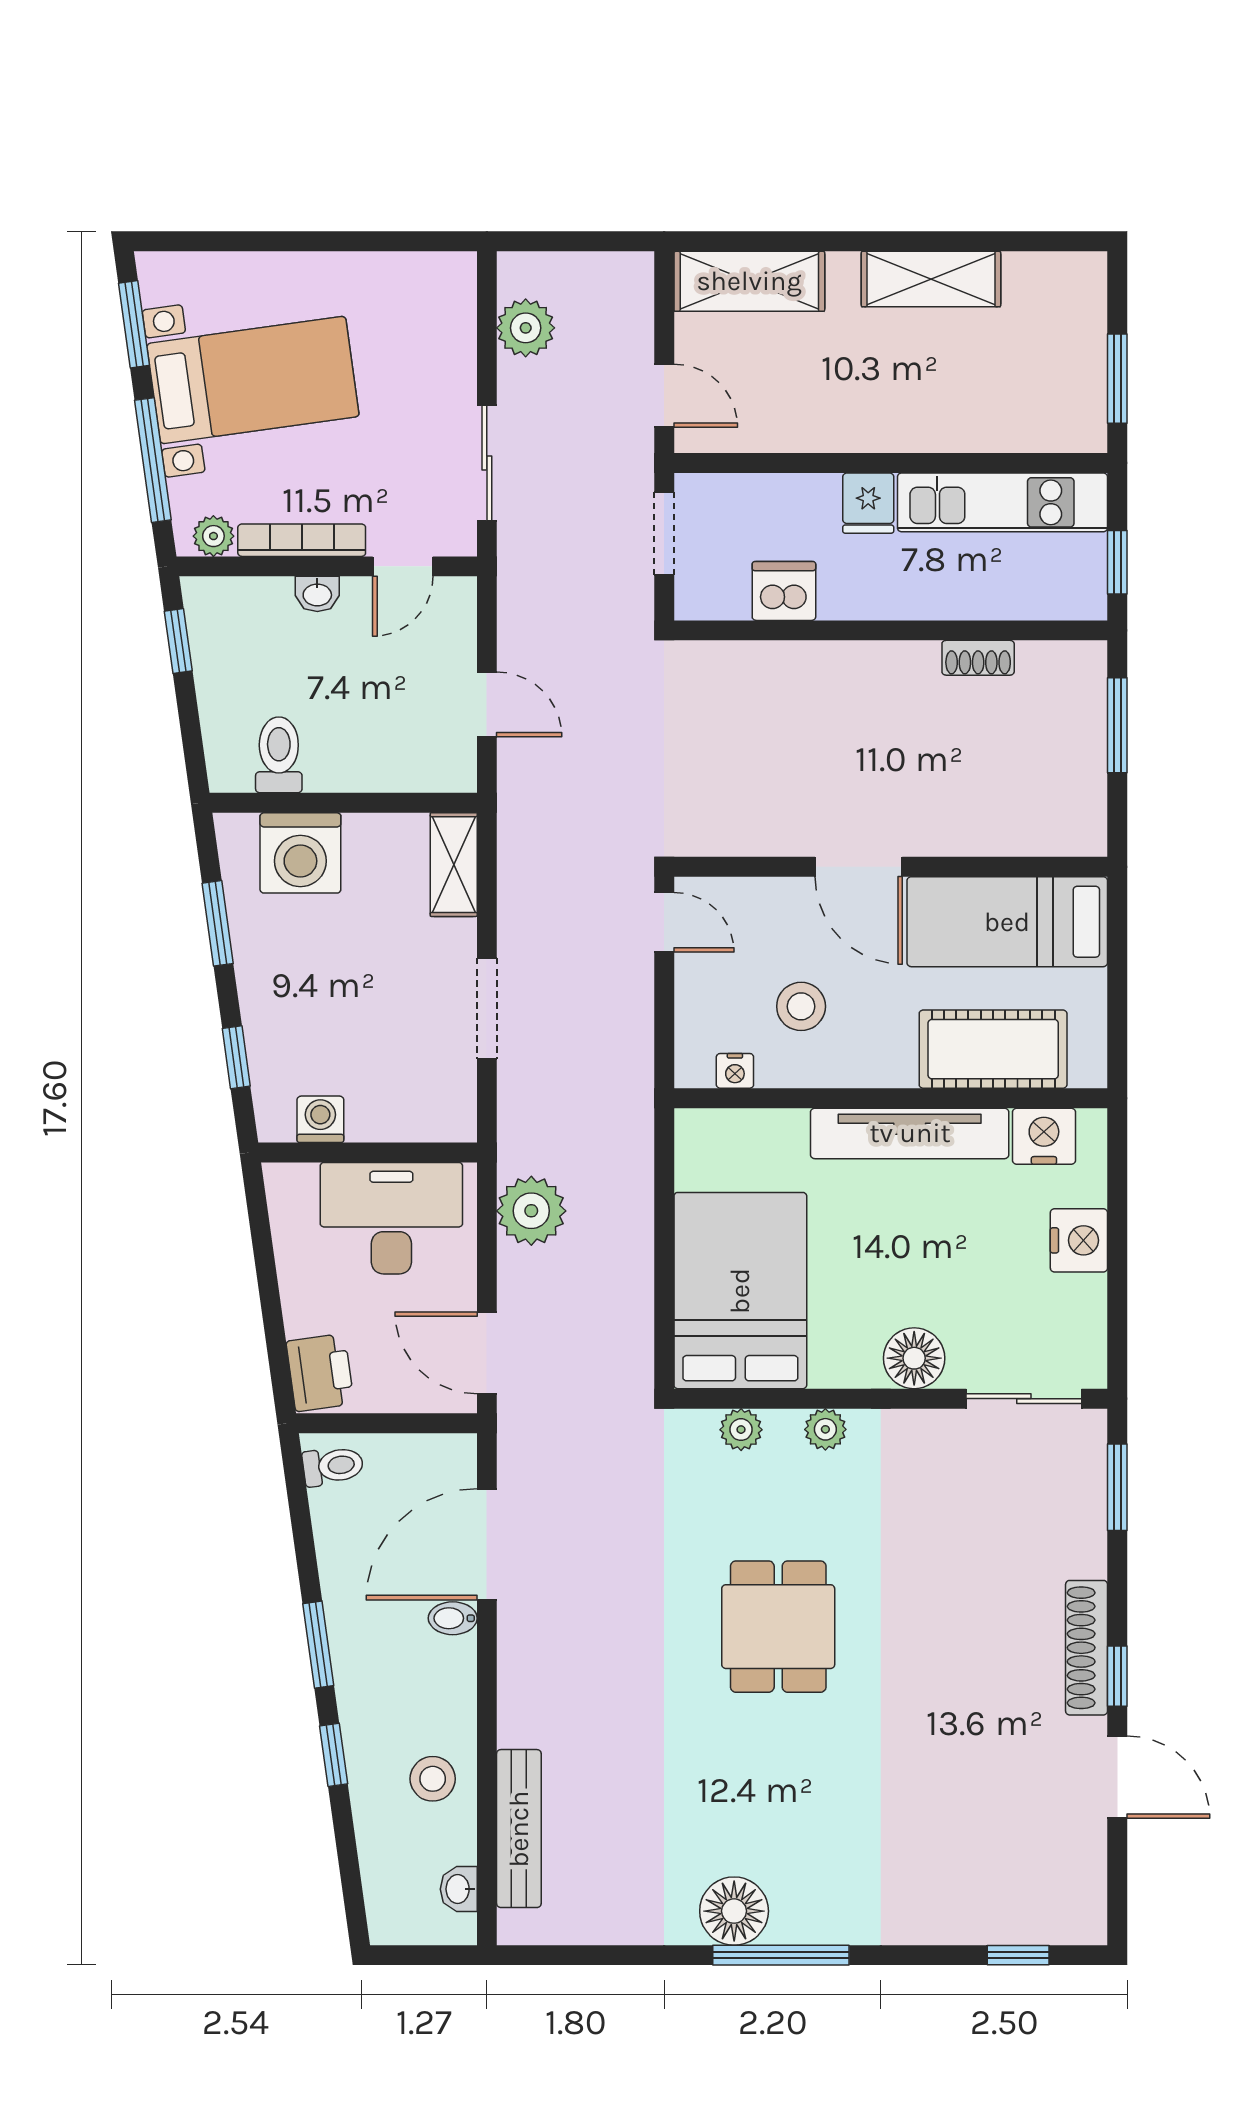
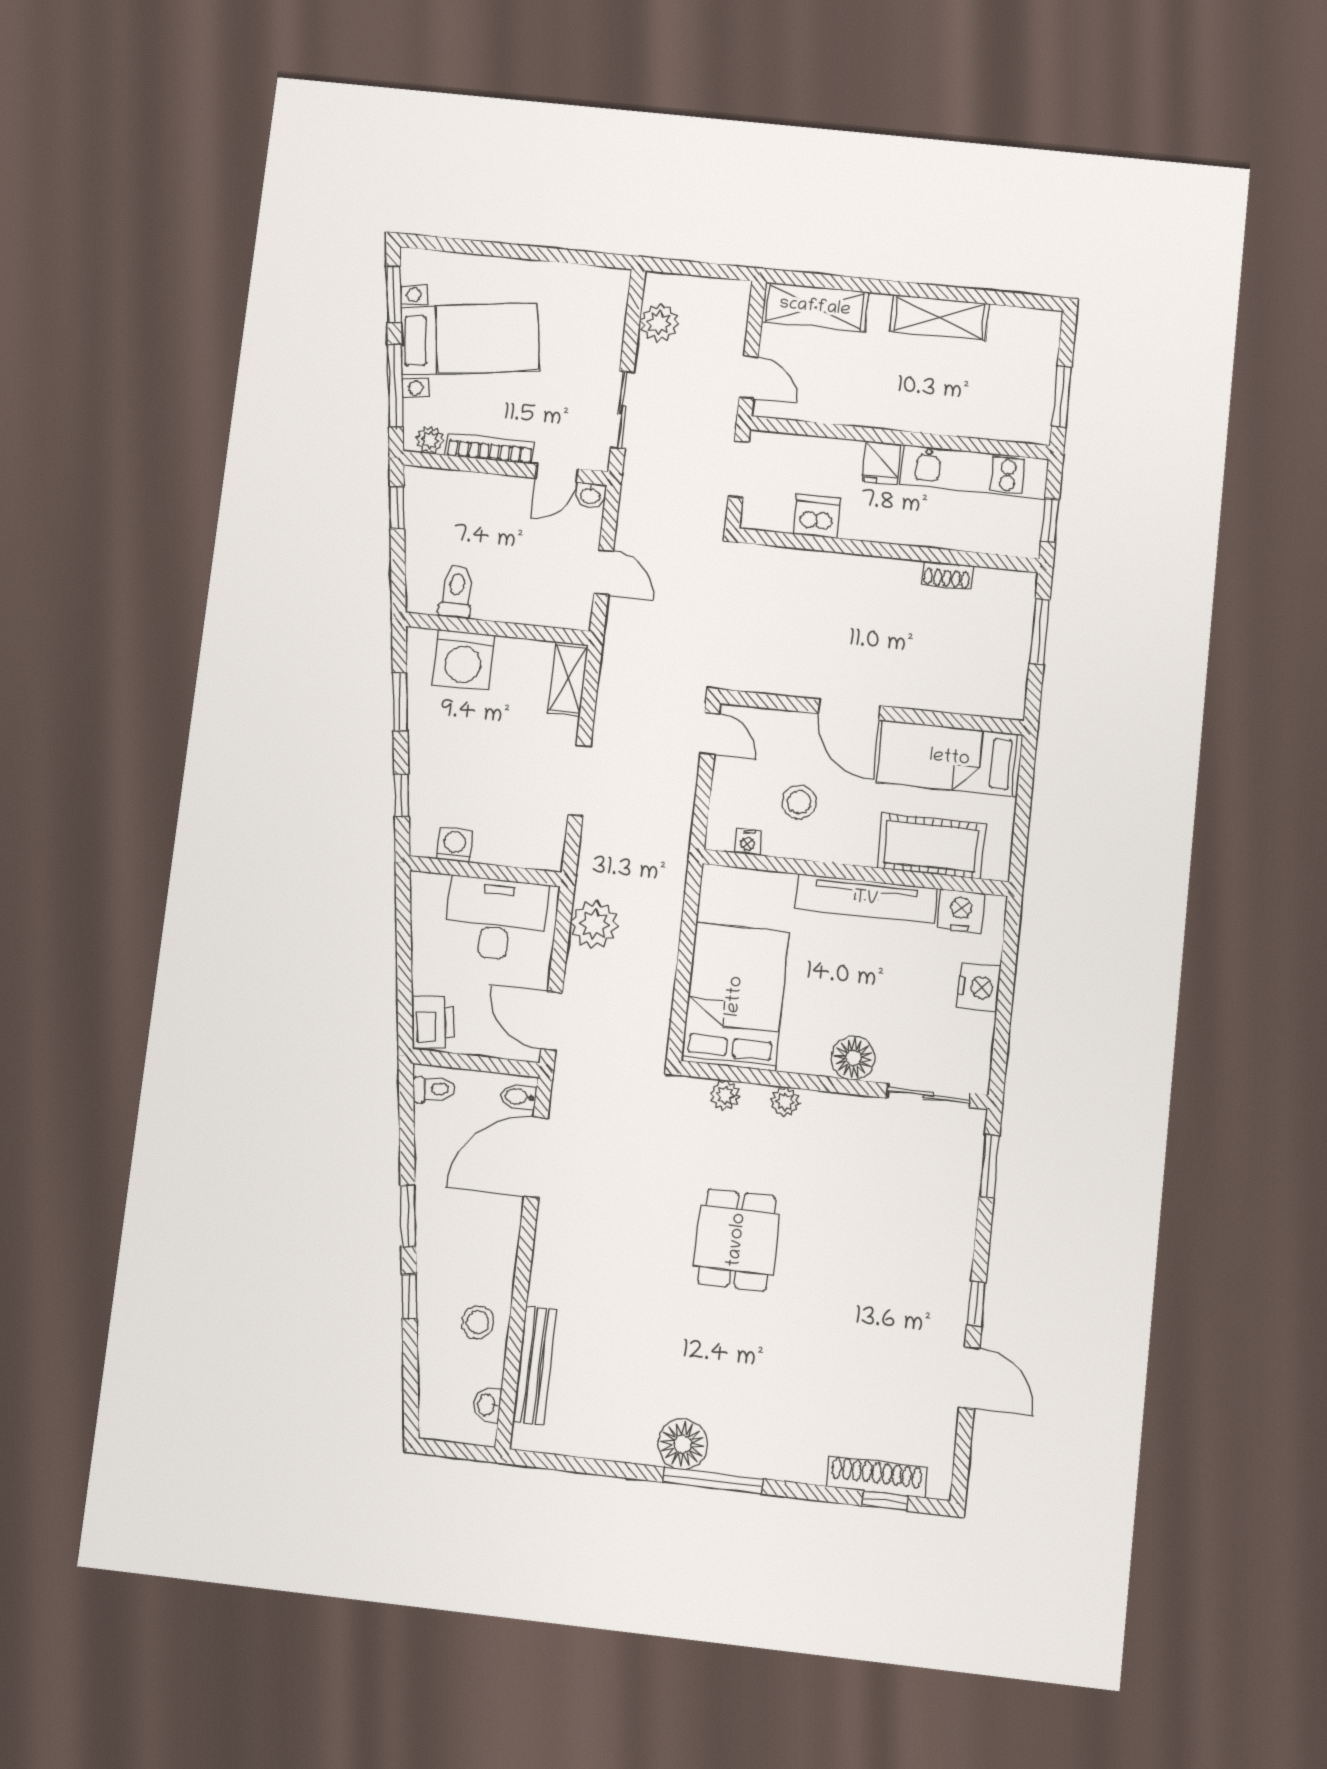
washbasin: (317, 594) -> (590, 495), moved
bidet: (453, 1618) -> (519, 1097), moved
shoe rack: (1087, 1648) -> (876, 1477), moved, turned 90

